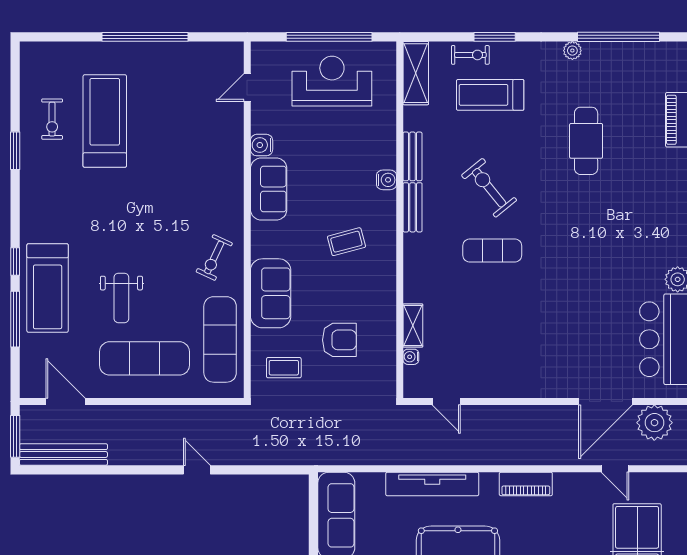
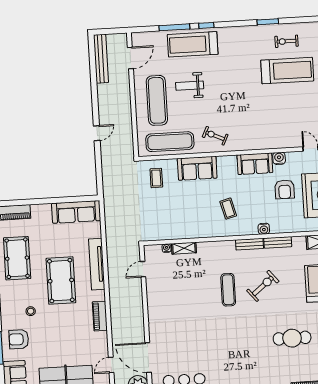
armchair: (339, 340) -> (285, 189), moved
window: (15, 436) -> (109, 31), removed

